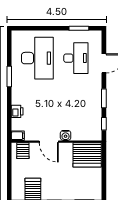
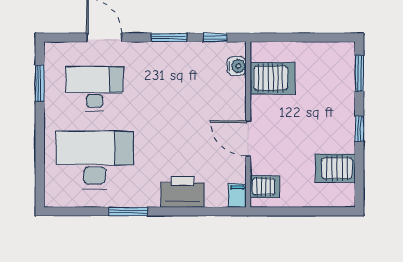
printer: (17, 111) -> (183, 192), width x1.87, depth x1.48
water cooler: (66, 135) -> (237, 66), moved
door: (49, 142) -> (248, 139), swing flipped
server rack: (87, 155) -> (273, 78), width x0.62

